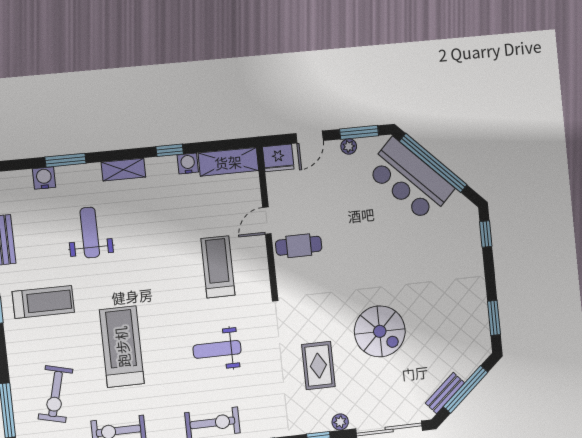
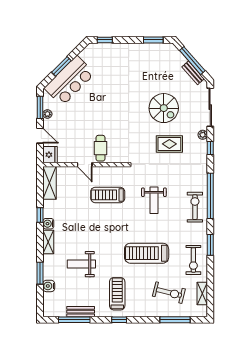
window: (433, 163) -> (61, 66), width x0.47
water cooler: (188, 164) -> (48, 224), moved
spiral stairs: (380, 331) -> (164, 108), moved, turned 90

